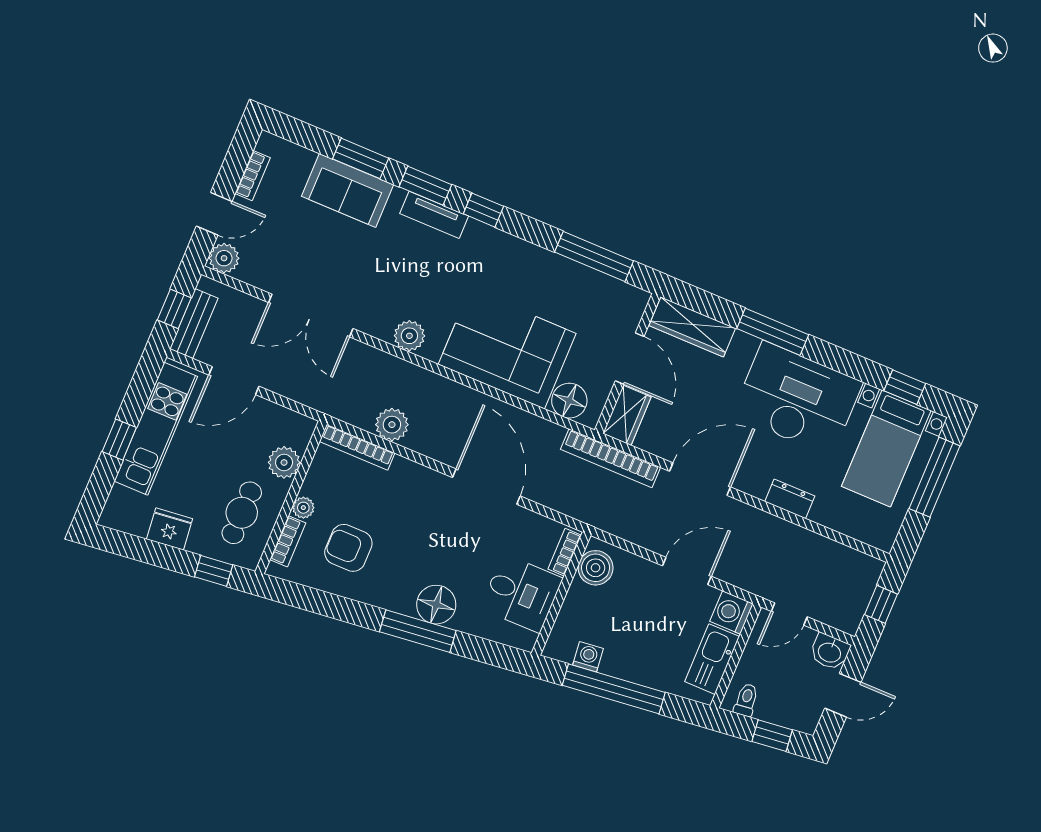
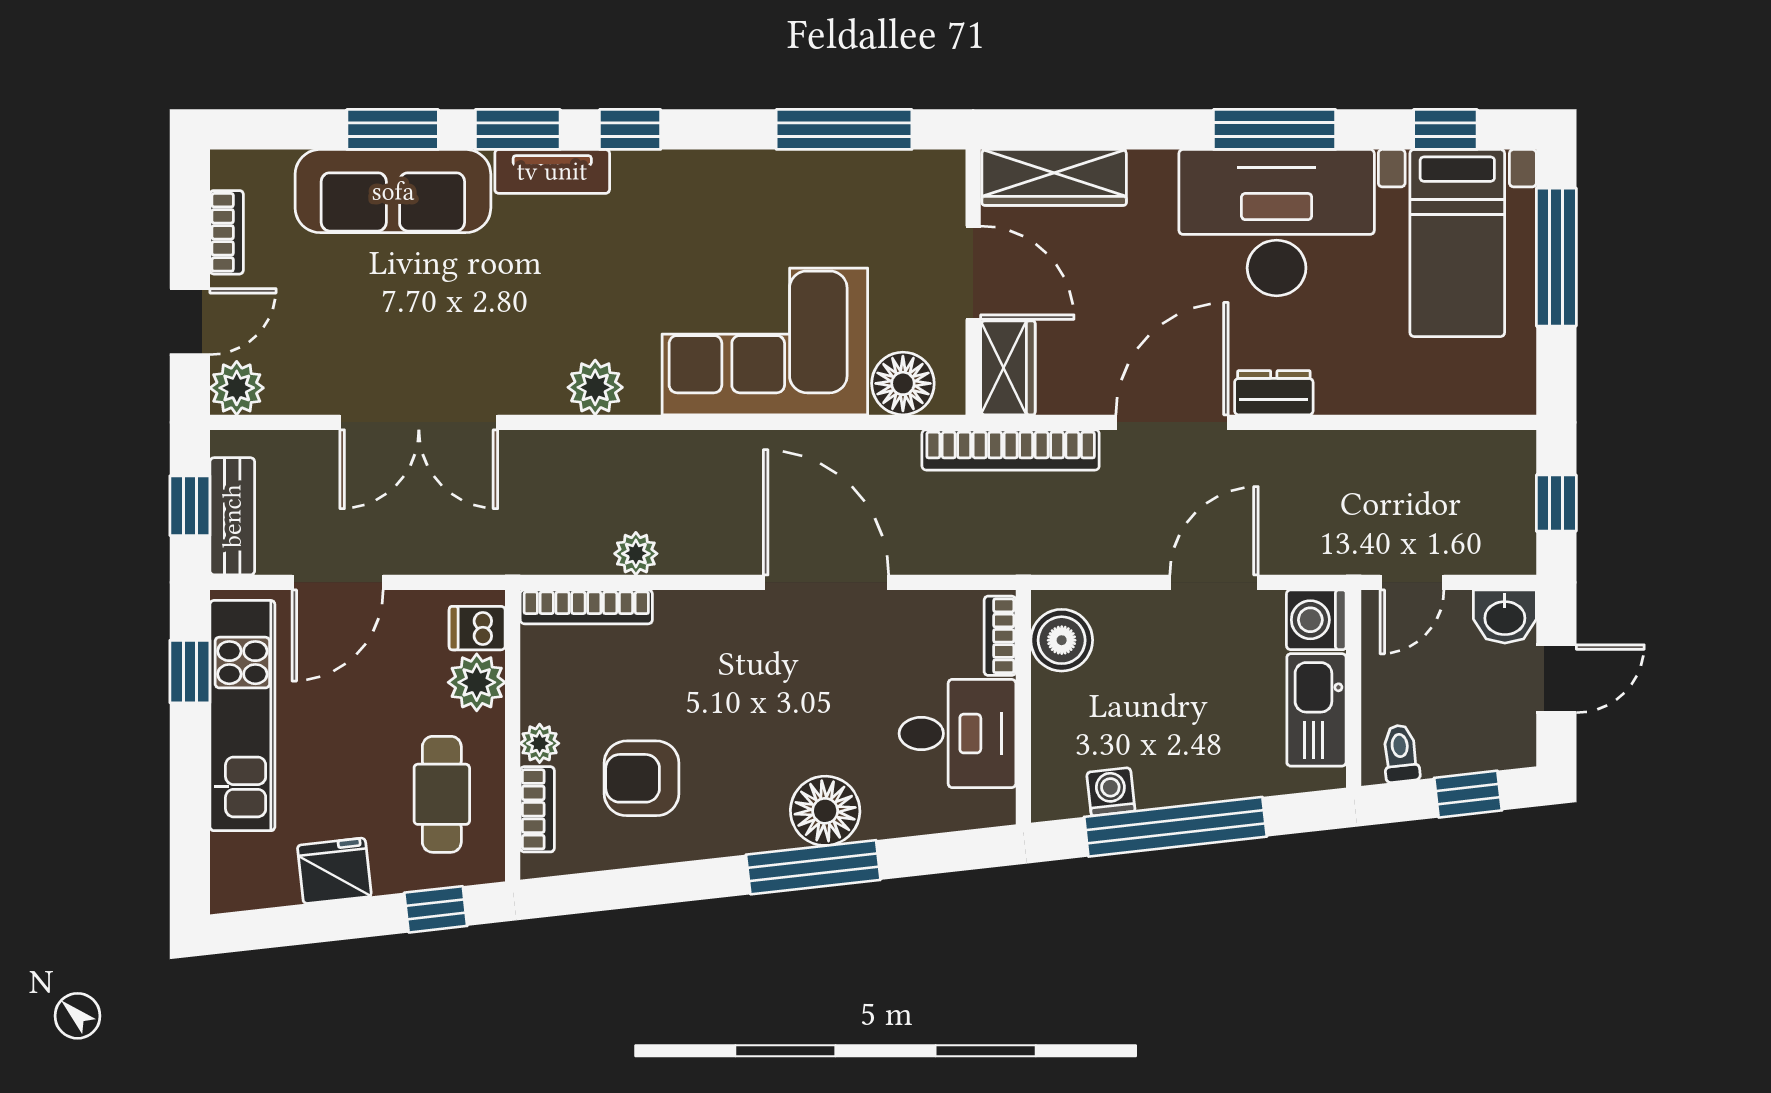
sofa: (347, 190) -> (393, 191), width x1.36
window: (773, 332) -> (1275, 129), moved
plant: (392, 425) -> (636, 554), width x0.73, depth x0.73
dishwasher: (296, 435) -> (477, 628), added
window: (119, 440) -> (190, 672), moved
dresser: (790, 499) -> (1274, 393), moved

